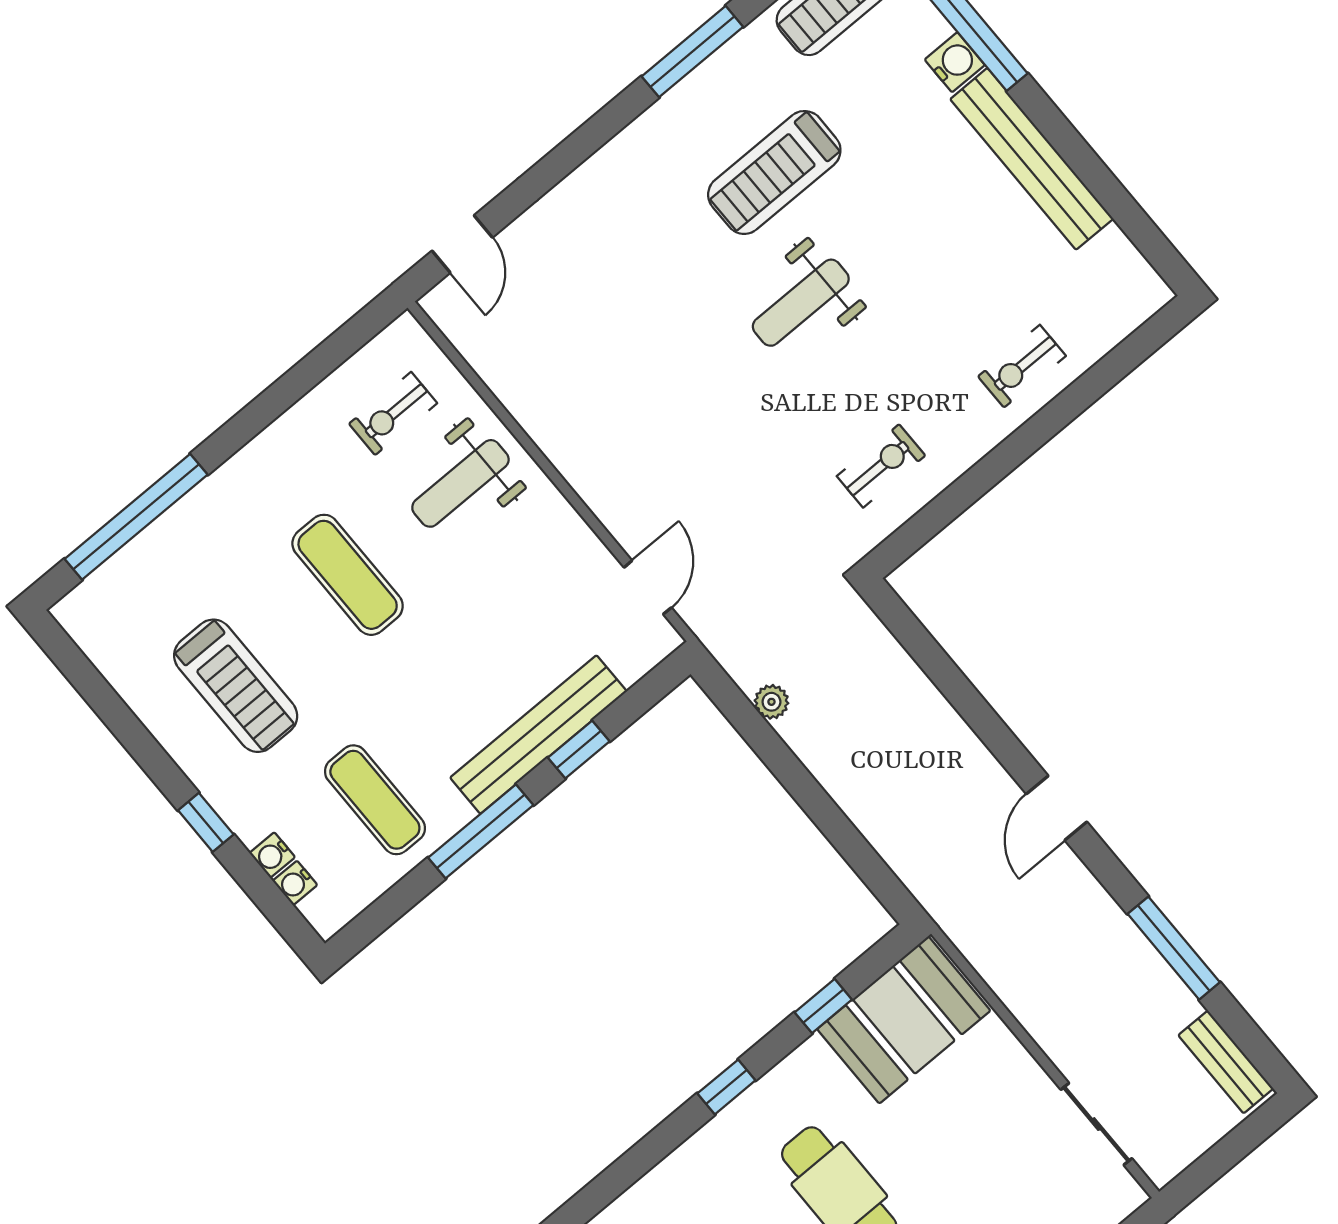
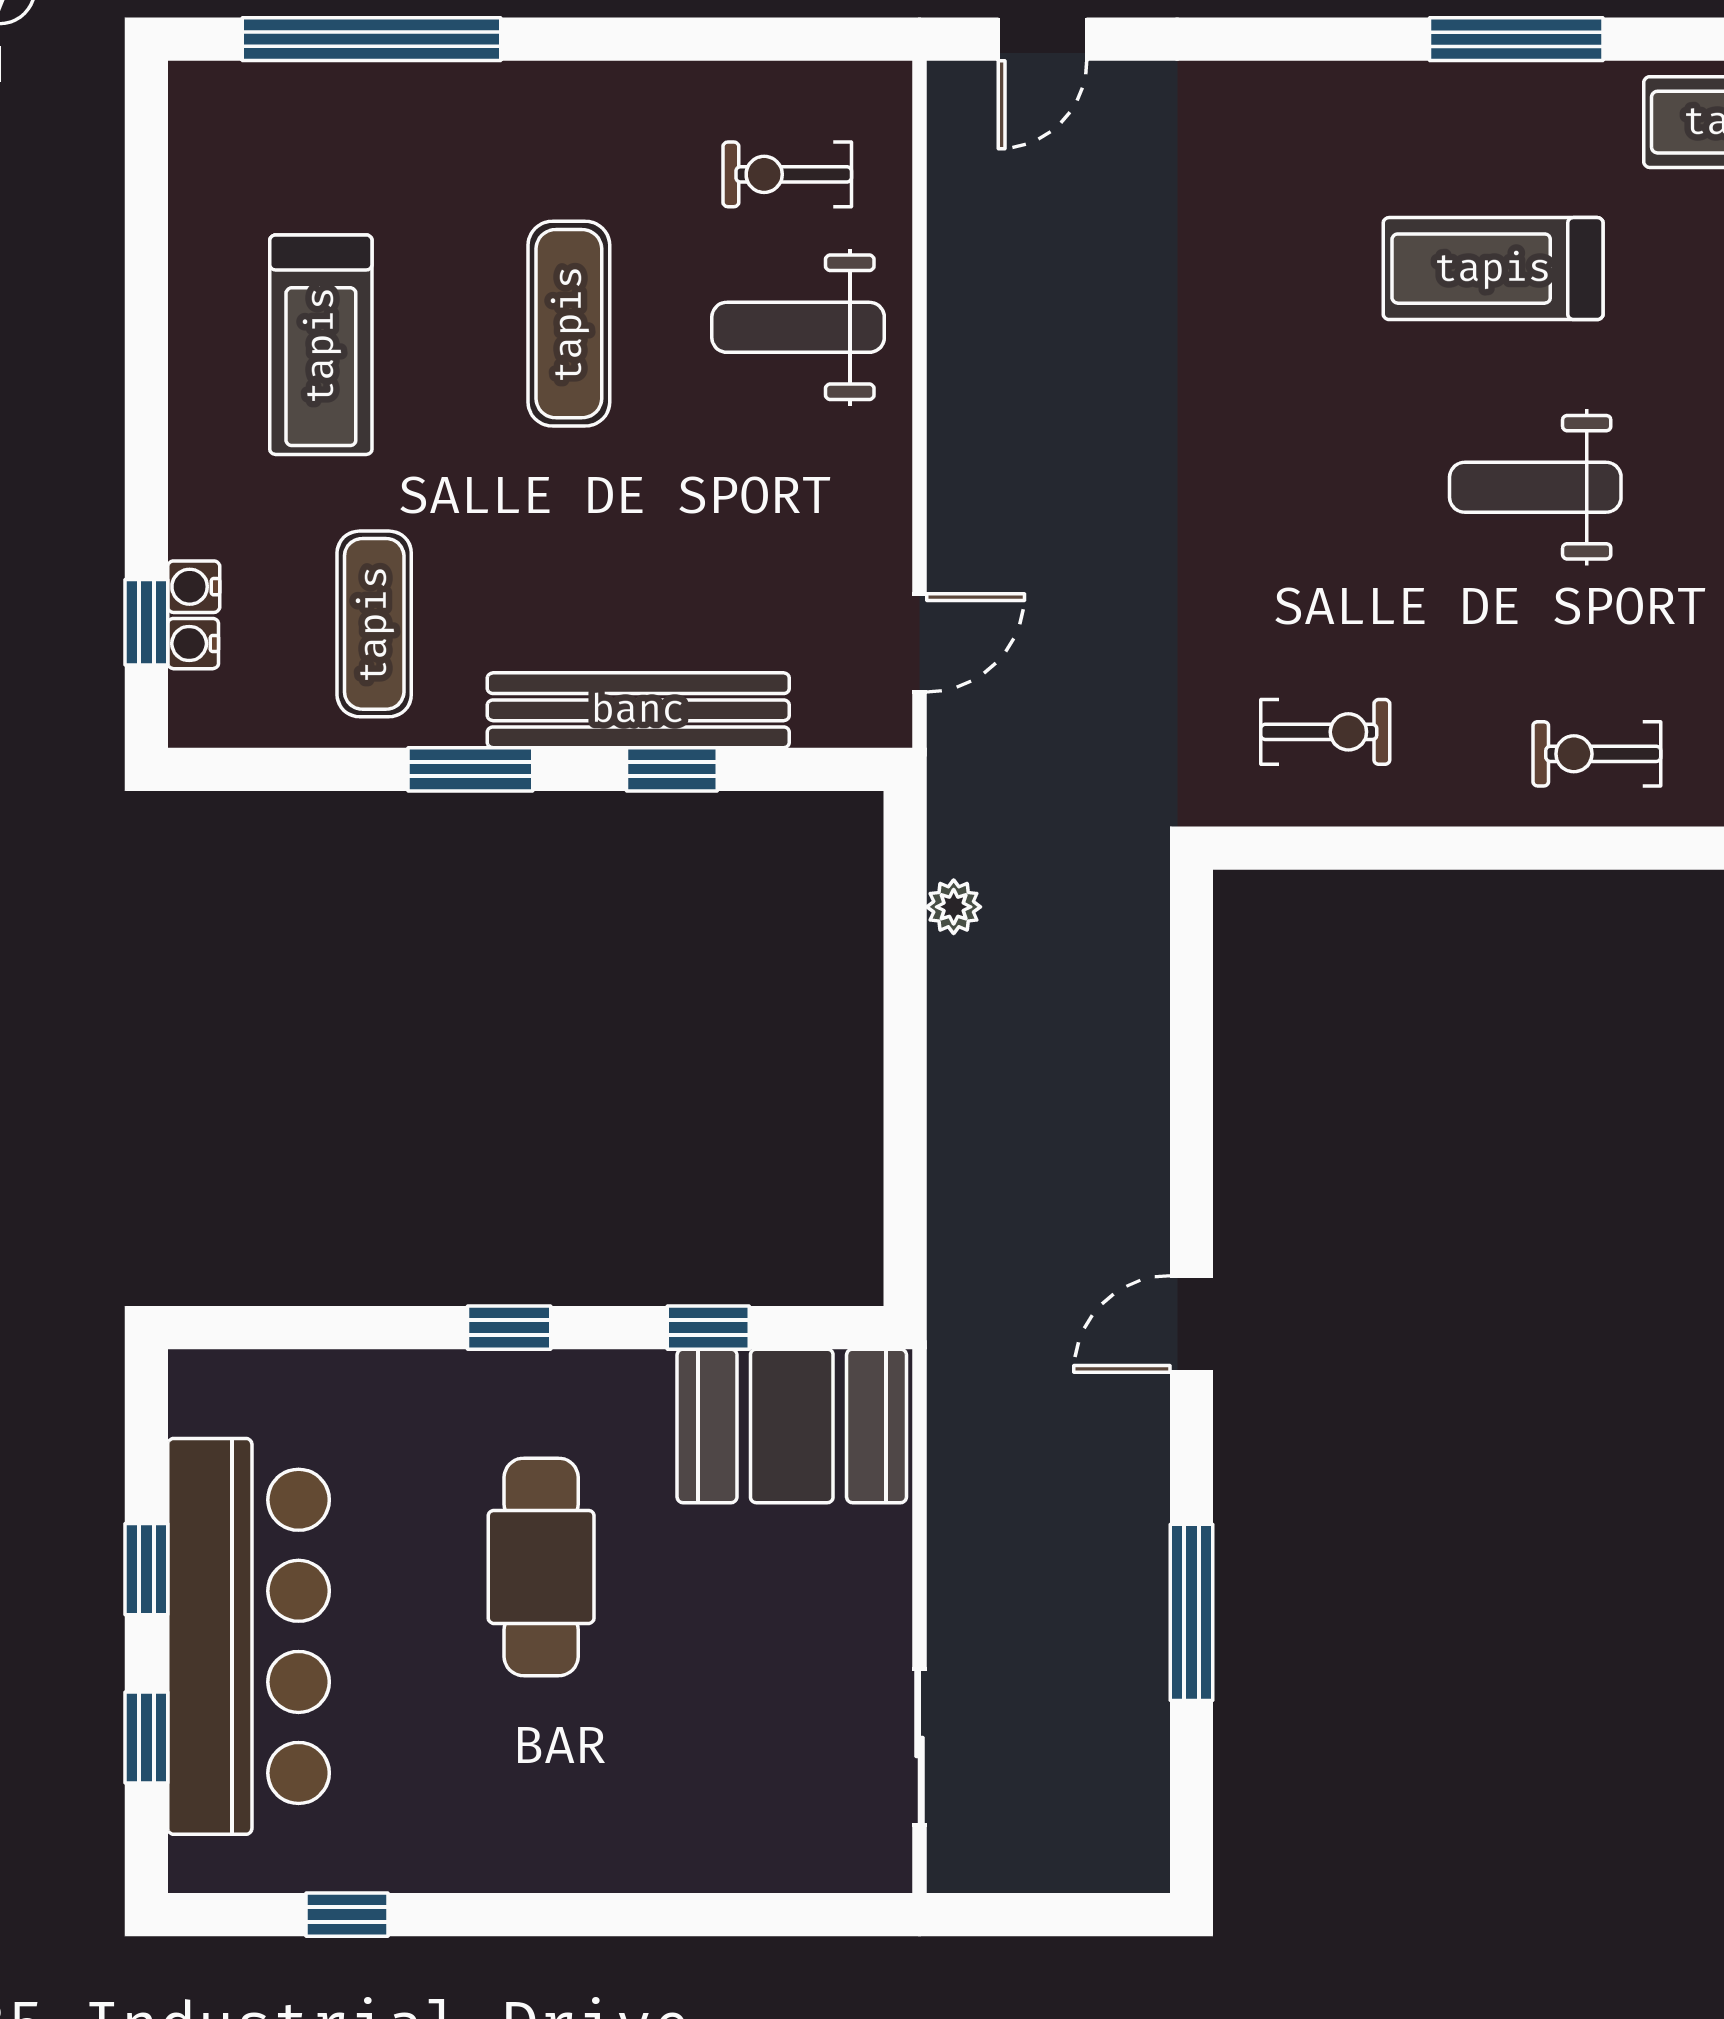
weight bench: (801, 303) -> (1535, 487), moved
window: (206, 822) -> (146, 622), moved
window: (481, 831) -> (470, 769), width x0.69
bench: (1226, 1062) -> (1139, 1803), removed

